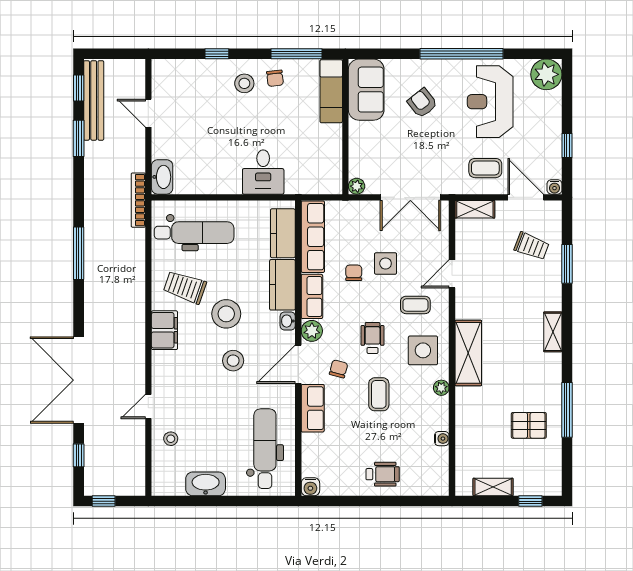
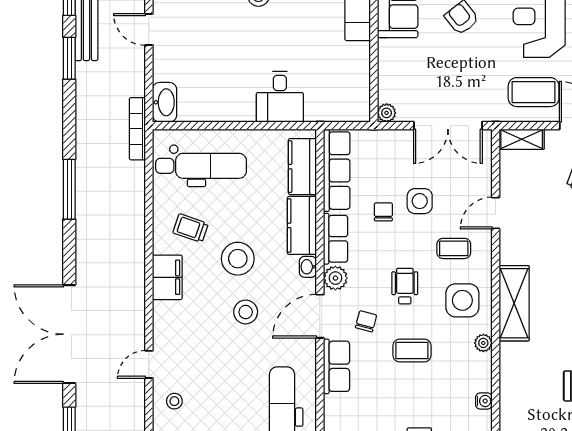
coffee table: (485, 168) -> (534, 92), width x1.36, depth x1.30
trolley: (185, 287) -> (191, 228), width x0.73, depth x0.72
coffee table: (379, 394) -> (412, 350), turned 90

